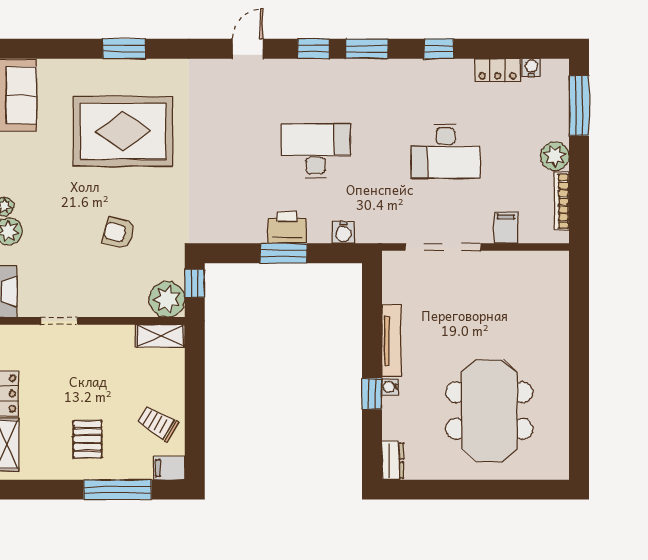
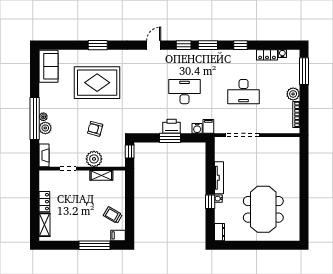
filing cabinet: (506, 228) -> (208, 126), moved
plant: (167, 299) -> (94, 159), moved
shelving: (160, 336) -> (101, 175), moved
pallet: (88, 439) -> (81, 222), removed

